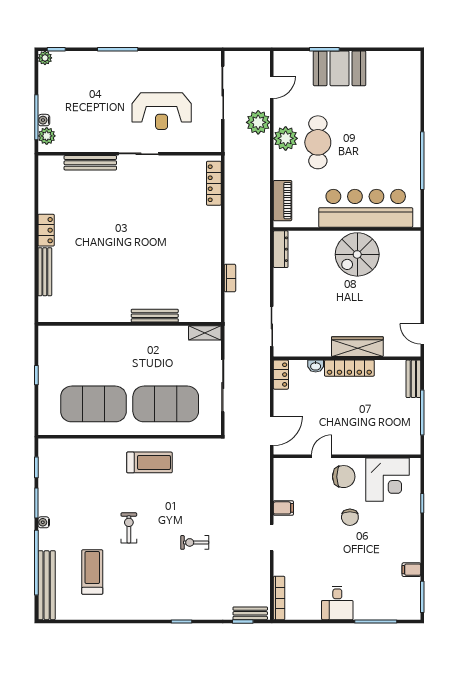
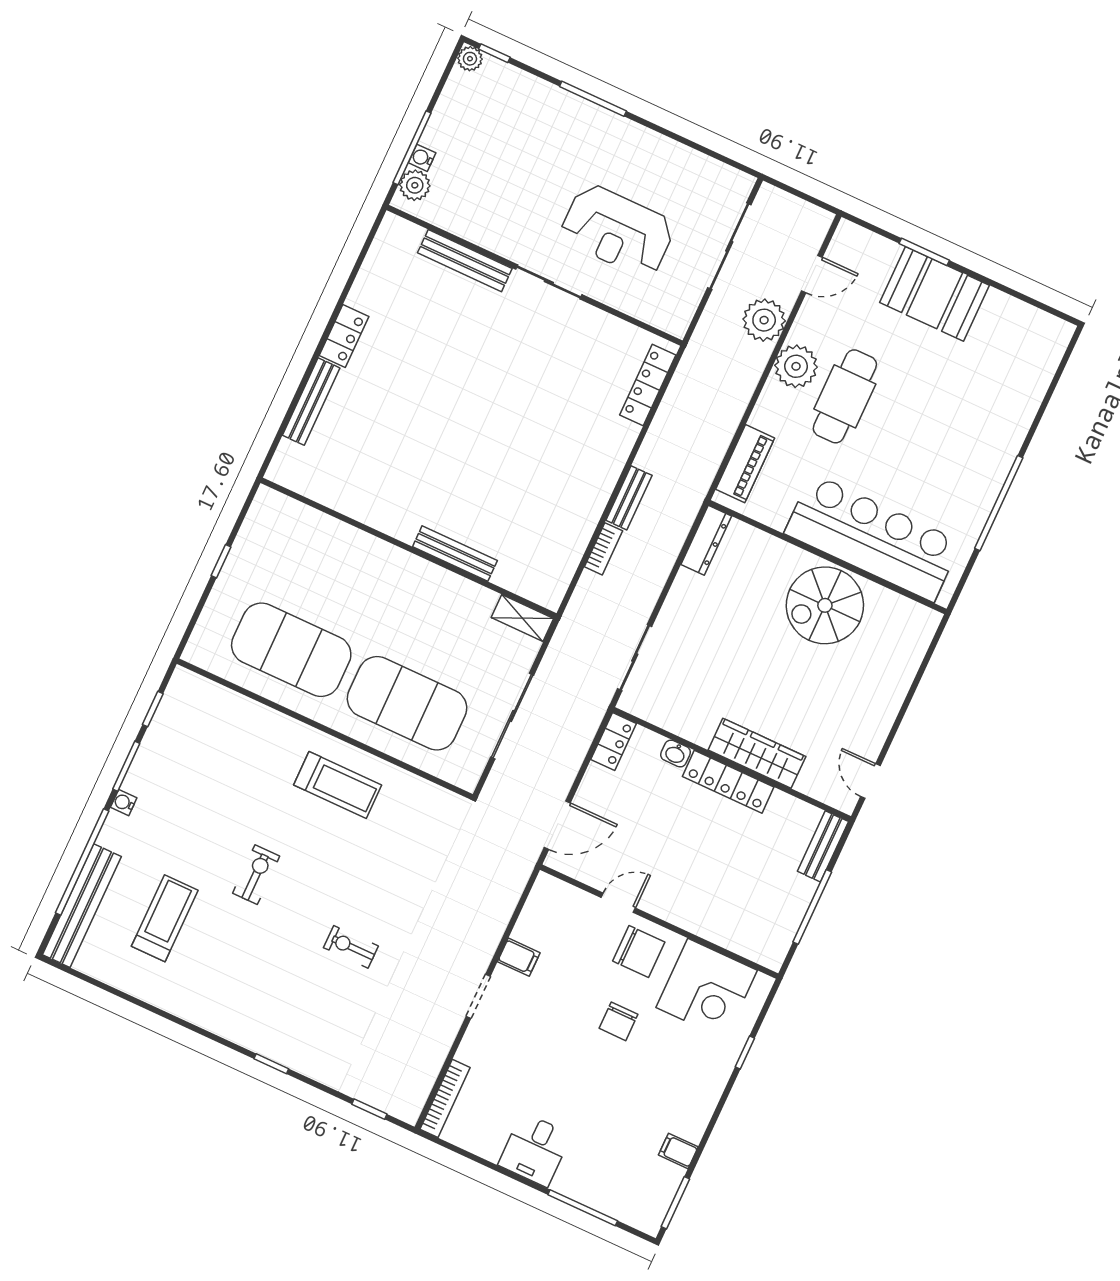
bench: (250, 613) -> (629, 498), moved, turned 90

